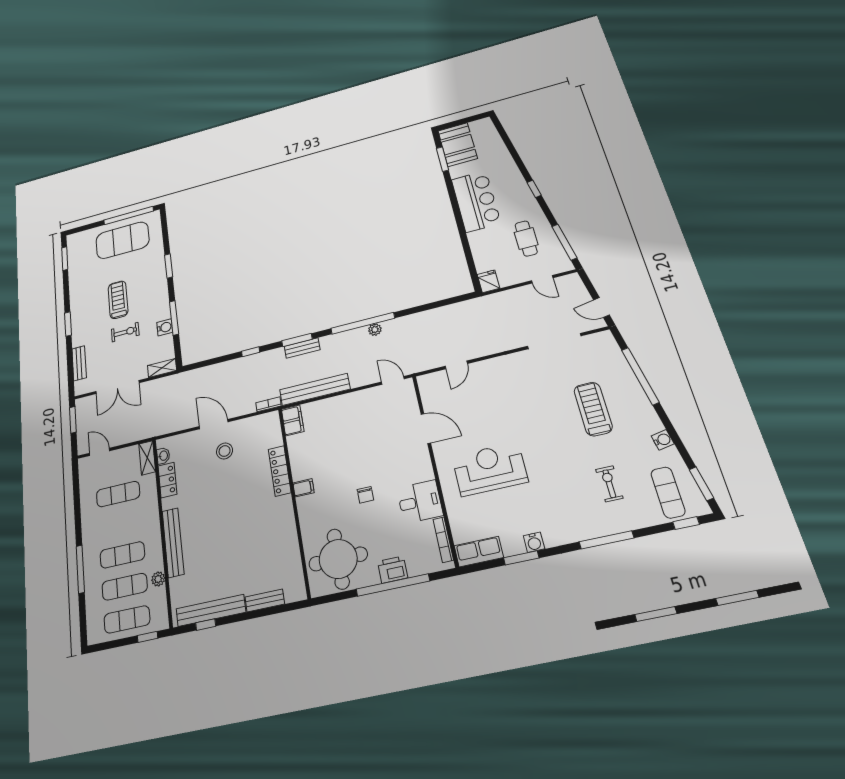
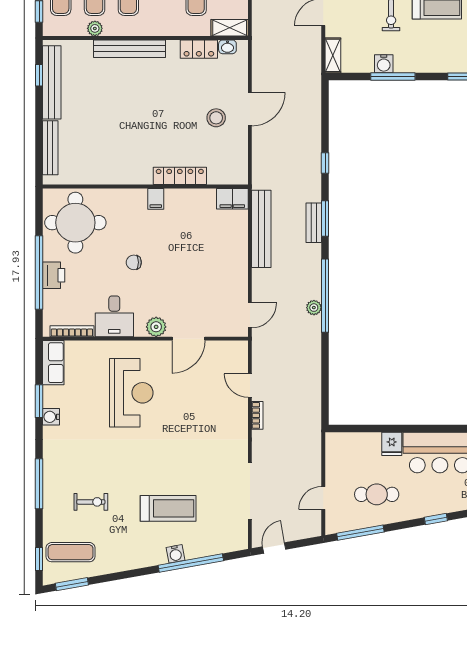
fridge: (489, 281) -> (392, 444), moved, turned 90
bookcase: (268, 404) -> (257, 415), moved
water cooler: (663, 440) -> (175, 554), moved
plant: (421, 460) -> (156, 327), added
bench: (265, 600) -> (50, 148), width x1.36

